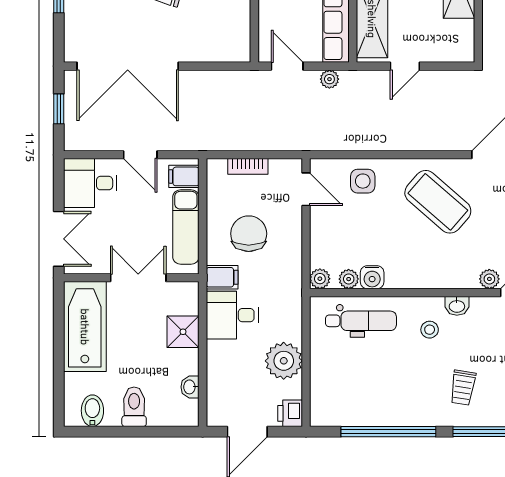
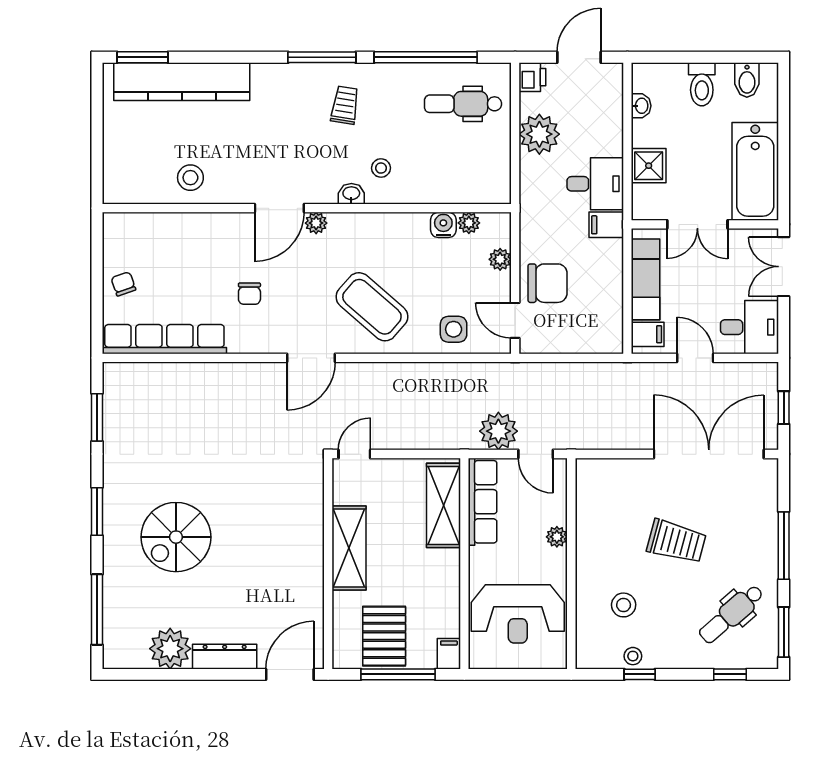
door: (405, 66) -> (354, 454), moved
plant: (329, 79) -> (498, 431), width x1.87, depth x1.87
bookcase: (248, 166) -> (578, 345), removed
chair: (249, 234) -> (548, 283), moved, turned -90
plant: (320, 279) -> (500, 259), moved
dental chair: (361, 321) -> (463, 104), moved

